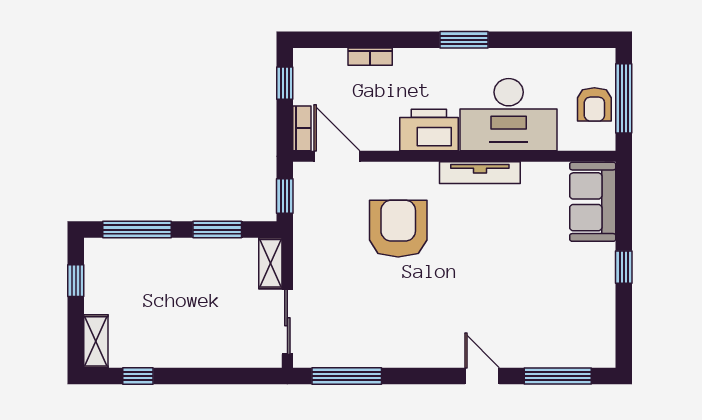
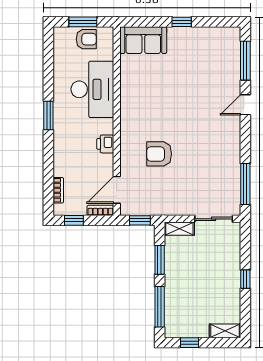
bookcase: (370, 57) -> (58, 190), moved
window: (624, 98) -> (83, 22), width x0.69
printer: (429, 130) -> (105, 144), width x0.53, depth x0.68
tv unit: (480, 173) -> (126, 106), removed
armchair: (398, 229) -> (159, 154), width x0.73, depth x0.73
window: (138, 376) -> (245, 279), moved

